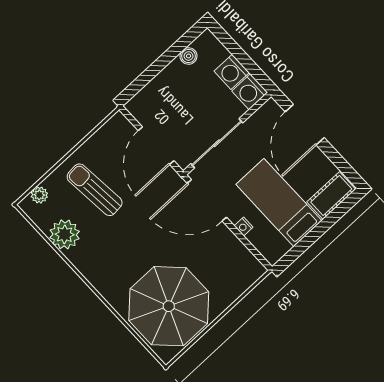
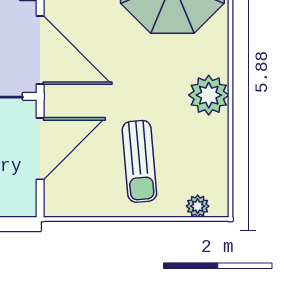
plant: (65, 234) -> (209, 95), moved

